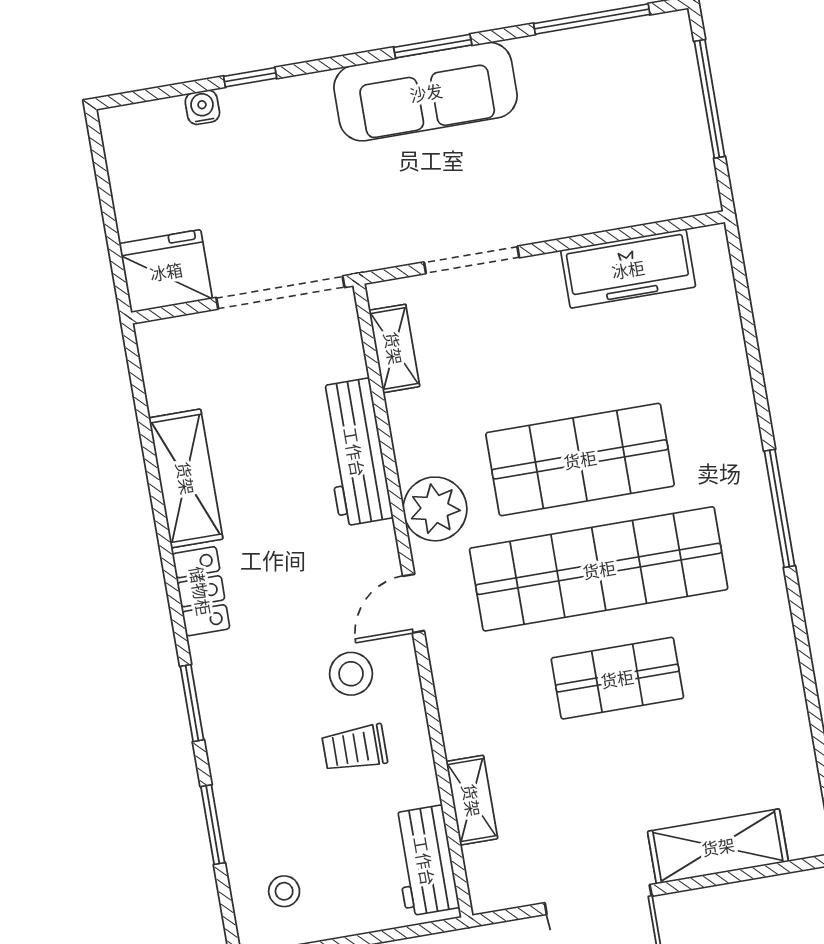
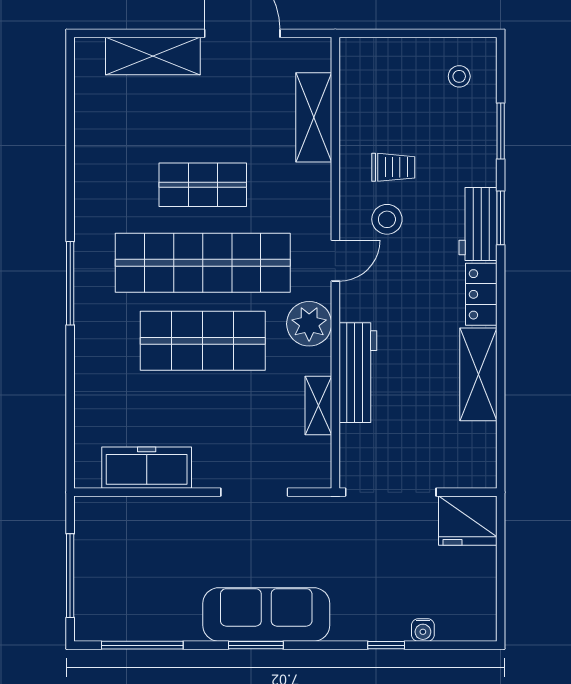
shelving: (394, 348) -> (318, 405), moved
shelving: (472, 800) -> (314, 117), width x1.50, depth x1.33
workbench: (425, 861) -> (478, 224), moved, turned 180

